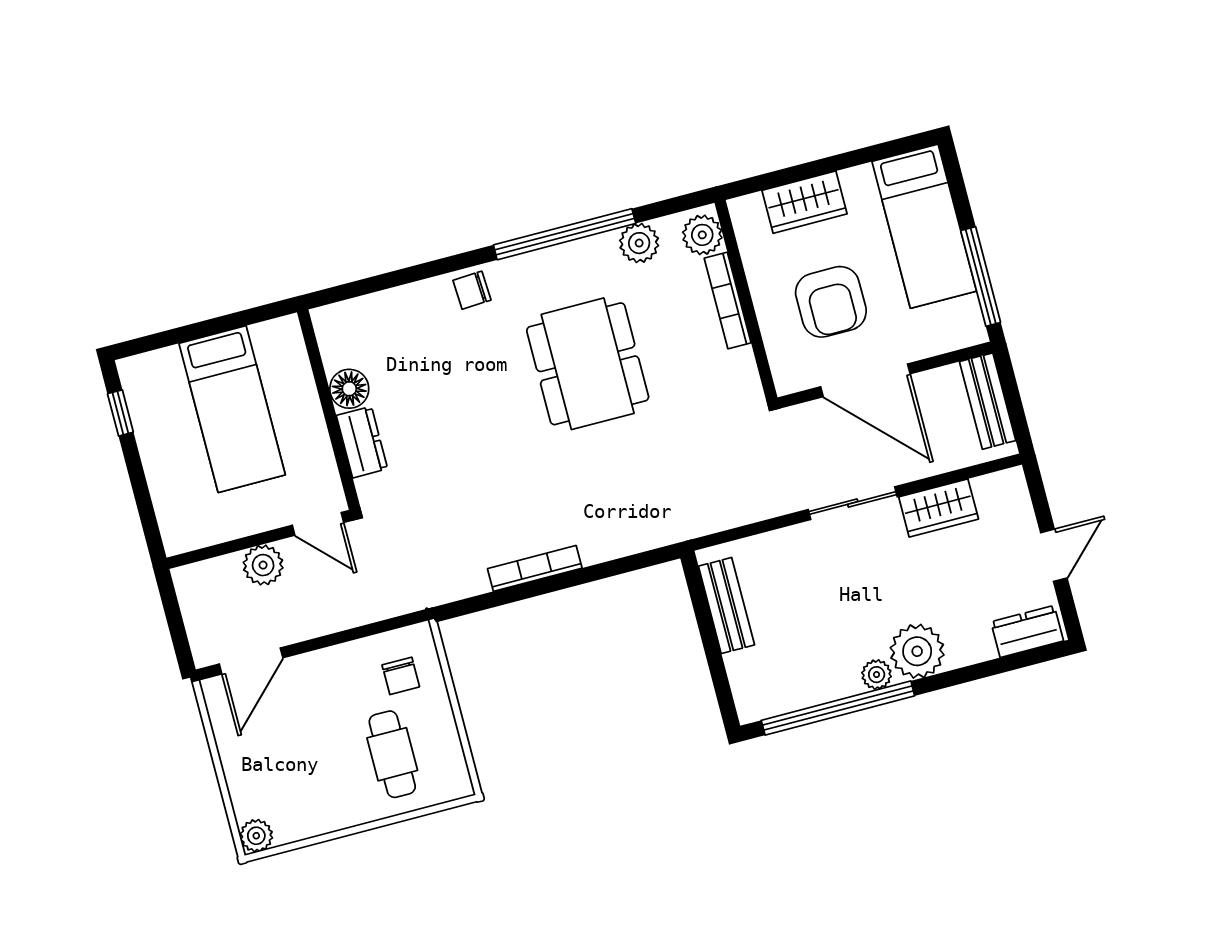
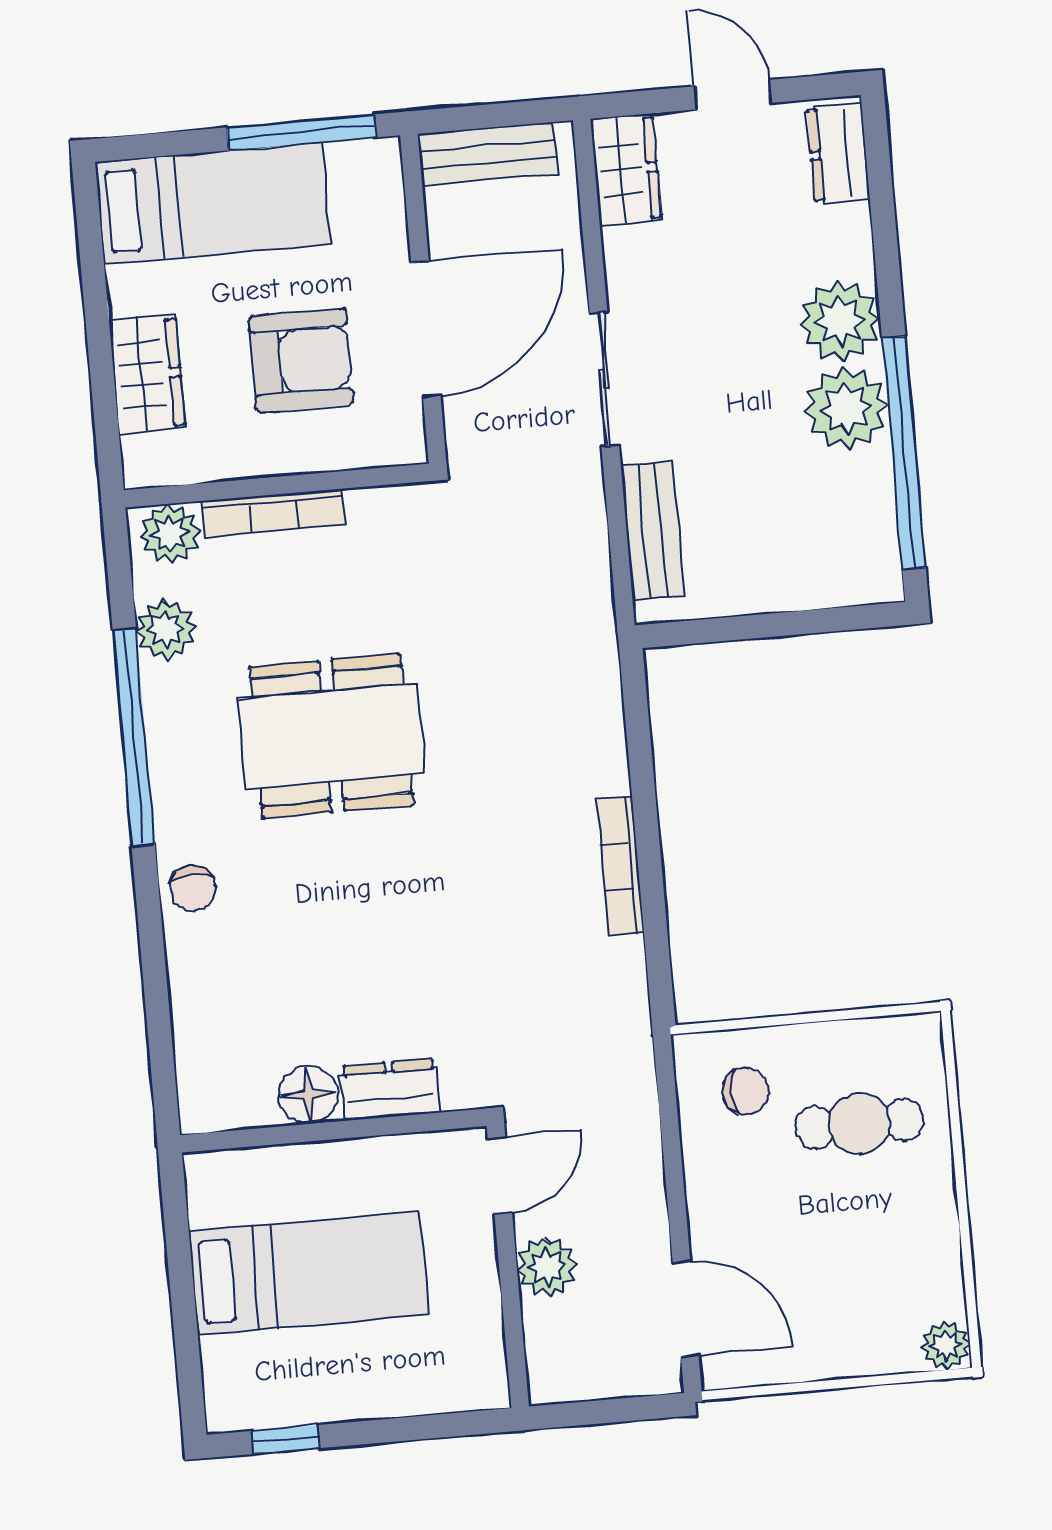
wardrobe: (939, 508) -> (626, 170), moved
bench: (726, 606) -> (652, 531), moved, turned 90
plant: (877, 675) -> (846, 408), width x1.87, depth x1.87

